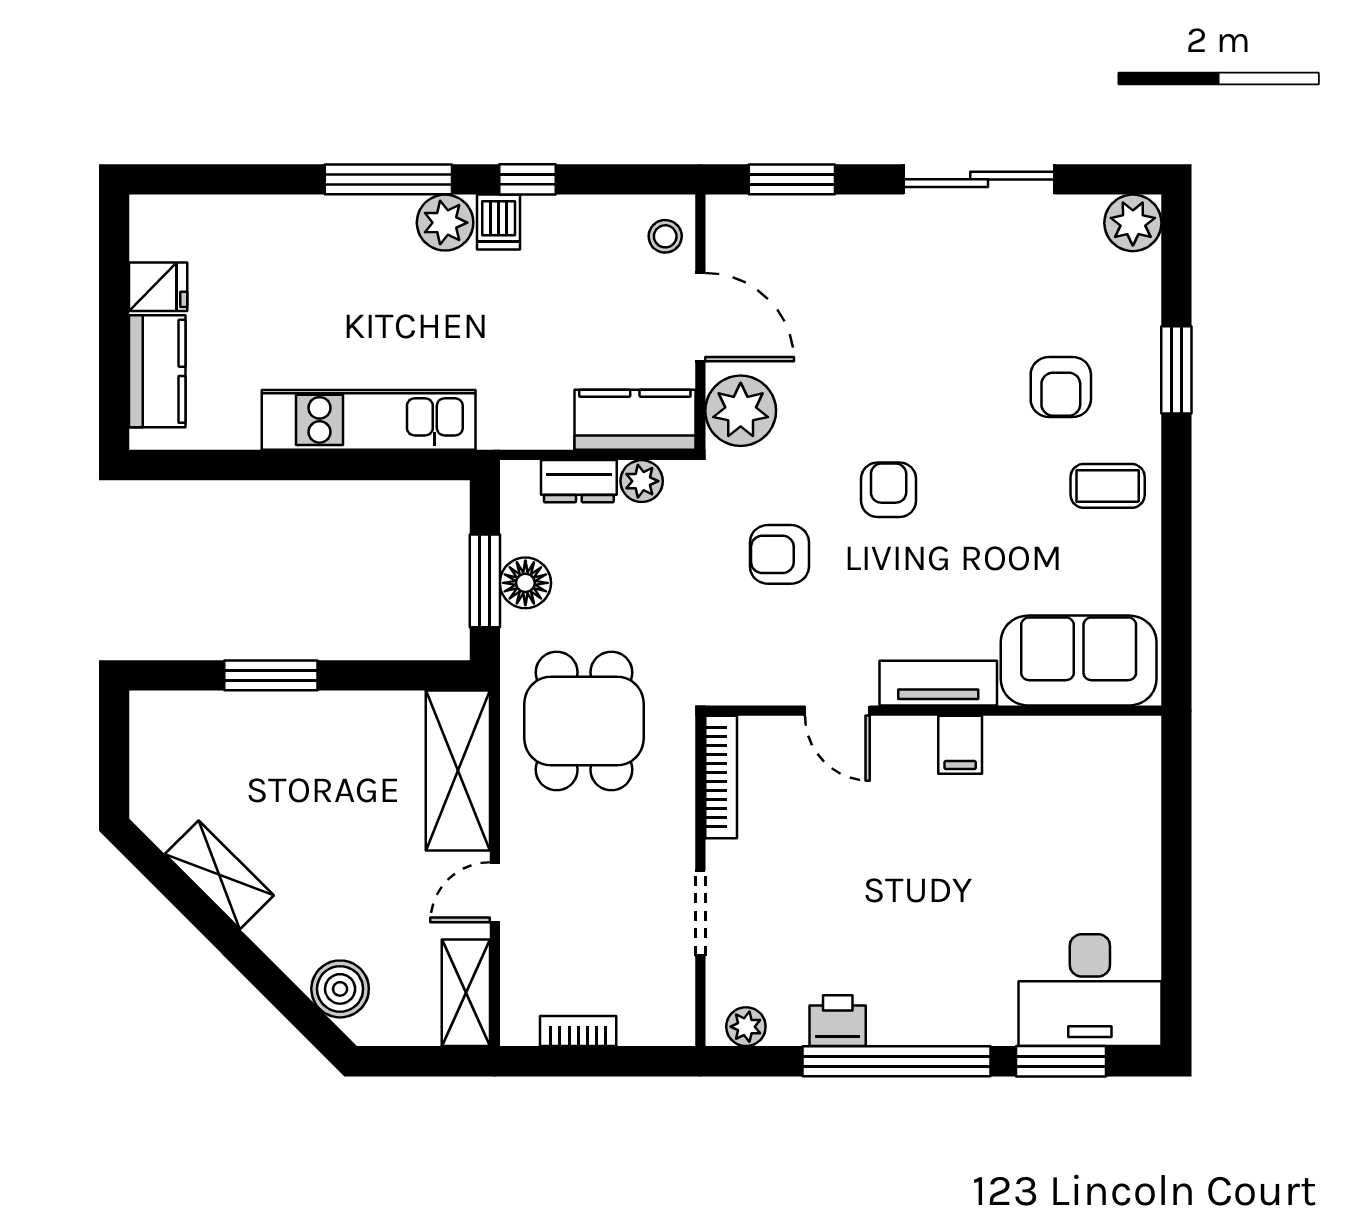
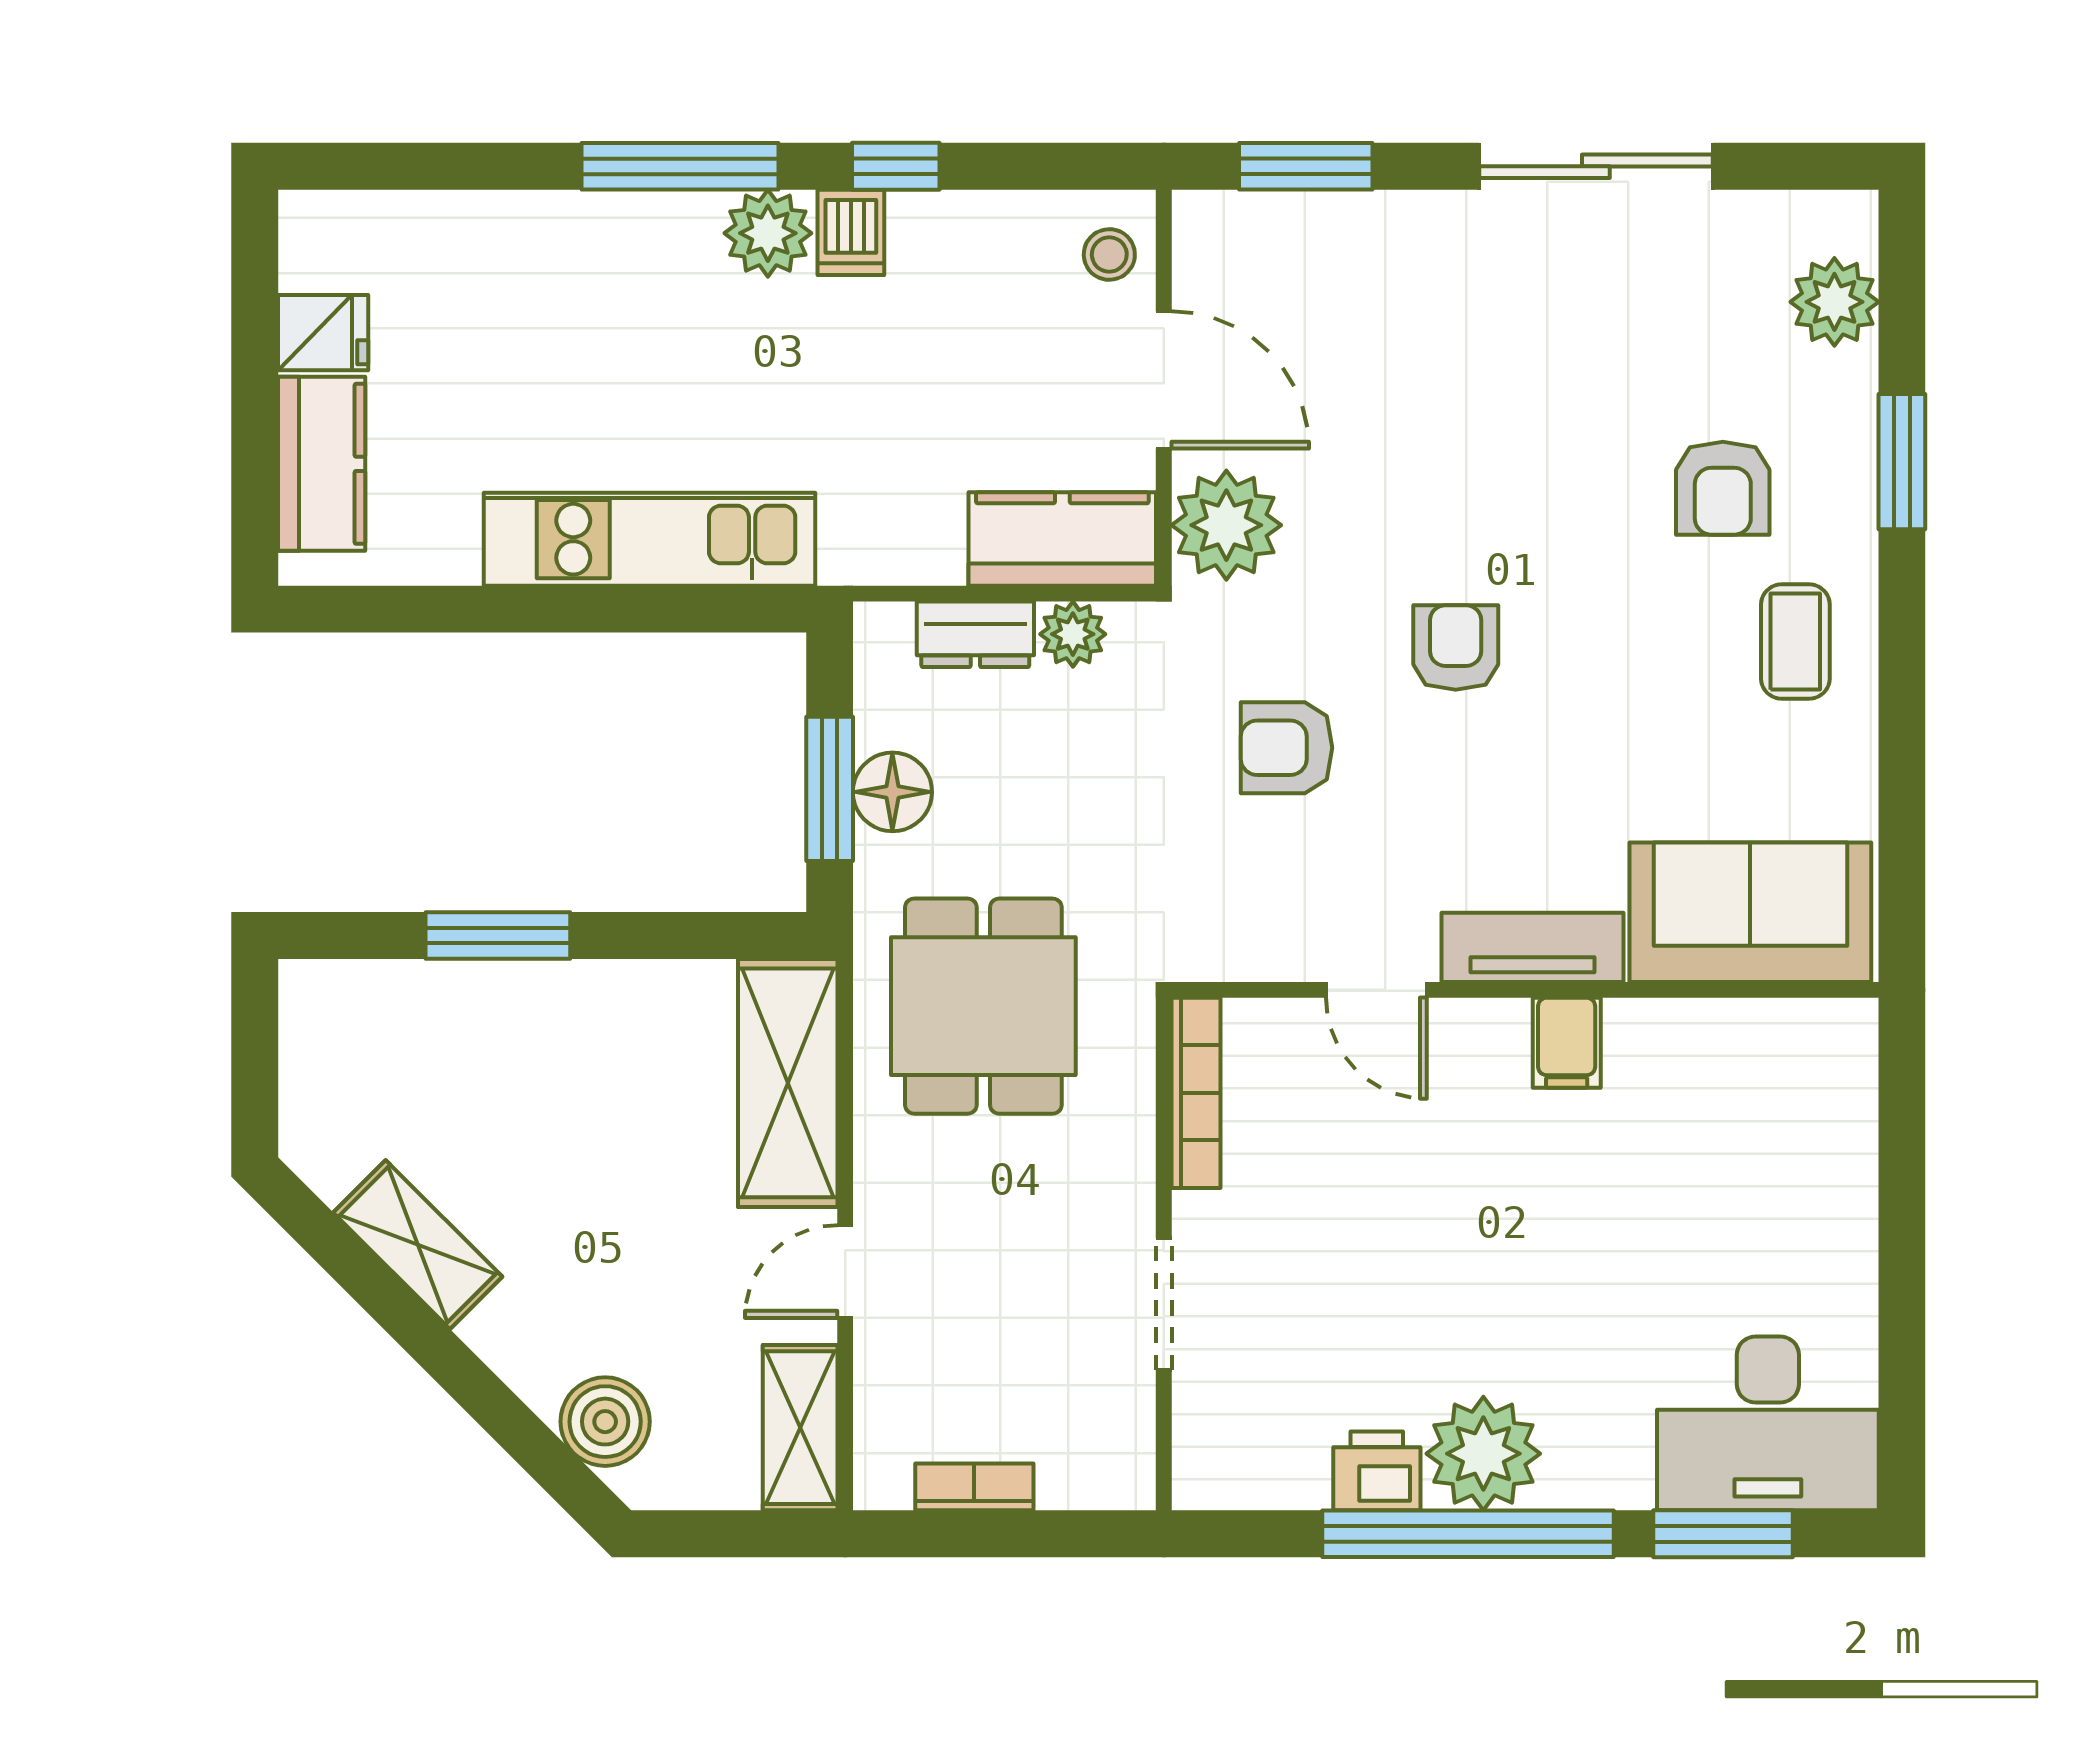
plant: (1133, 223) -> (1834, 302), moved
coffee table: (1108, 486) -> (1795, 642), turned 90
plant: (746, 1027) -> (1483, 1454), moved, width x1.88, depth x1.88

